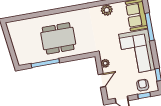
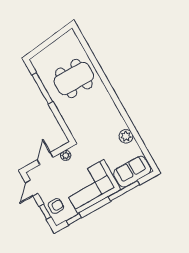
dining table: (58, 38) -> (74, 79), moved, turned 90
door: (102, 81) -> (45, 158), swing flipped

